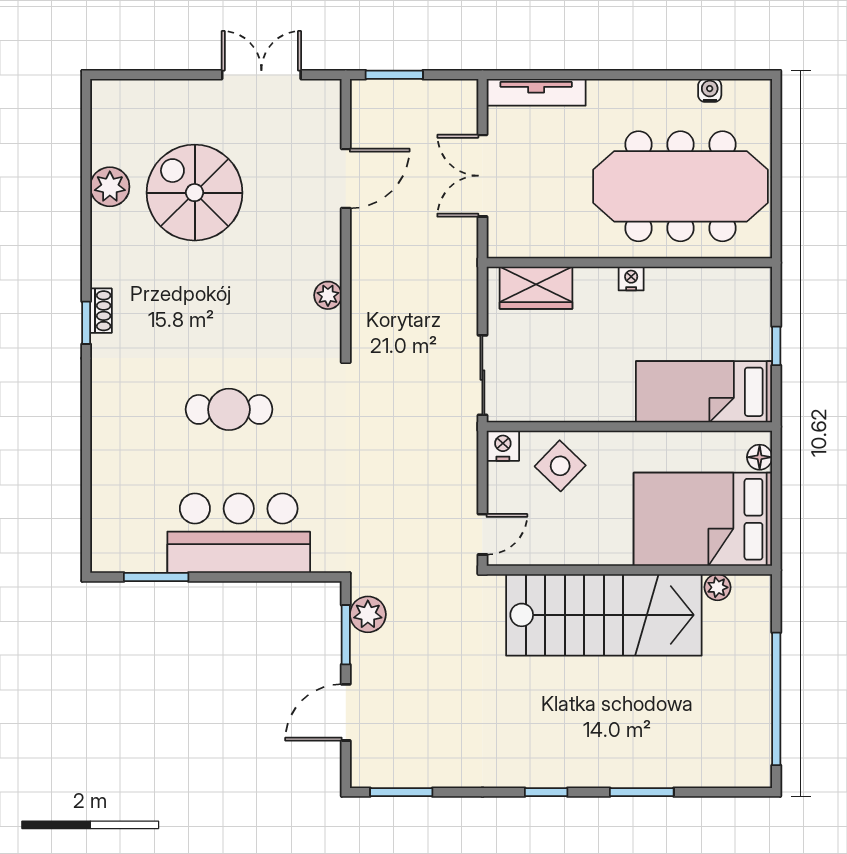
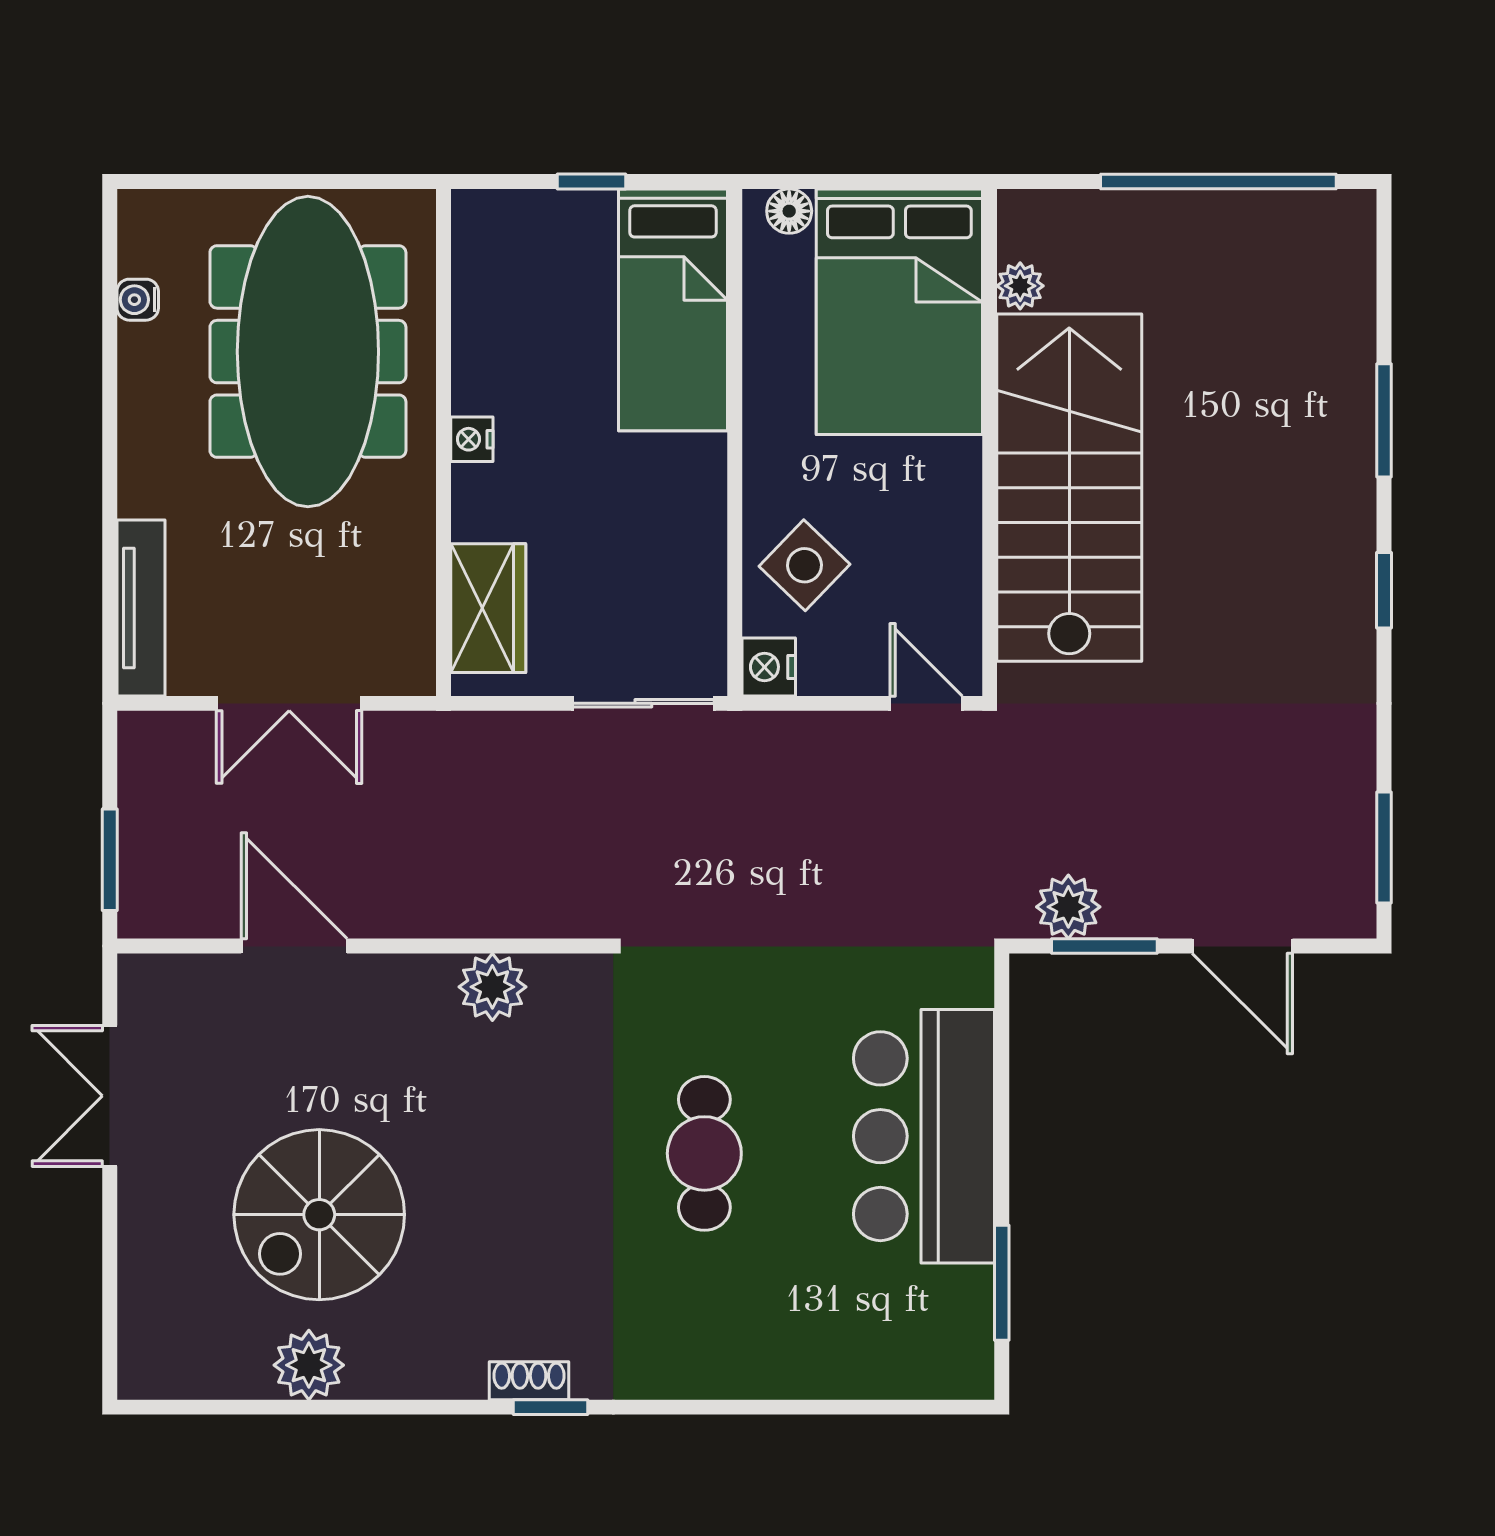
plant: (328, 295) -> (492, 987), width x1.38, depth x1.38

